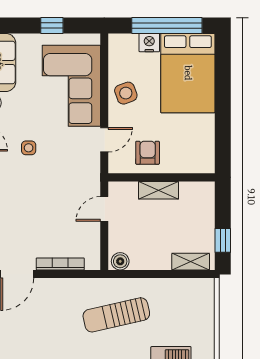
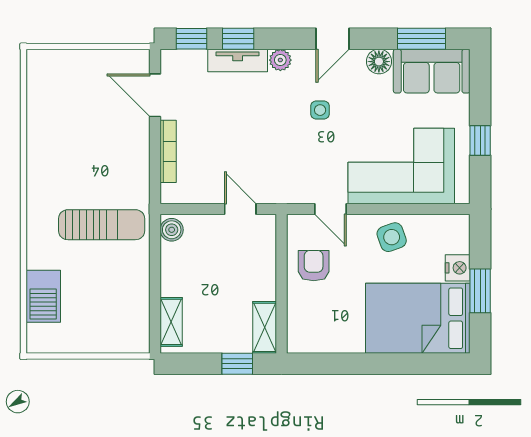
window: (167, 25) -> (480, 291), width x0.47
armchair: (148, 153) -> (314, 266), turned -90
shelving: (159, 190) -> (265, 327), moved
window: (223, 240) -> (237, 364), moved
sun lounger: (116, 315) -> (102, 225), turned 103

